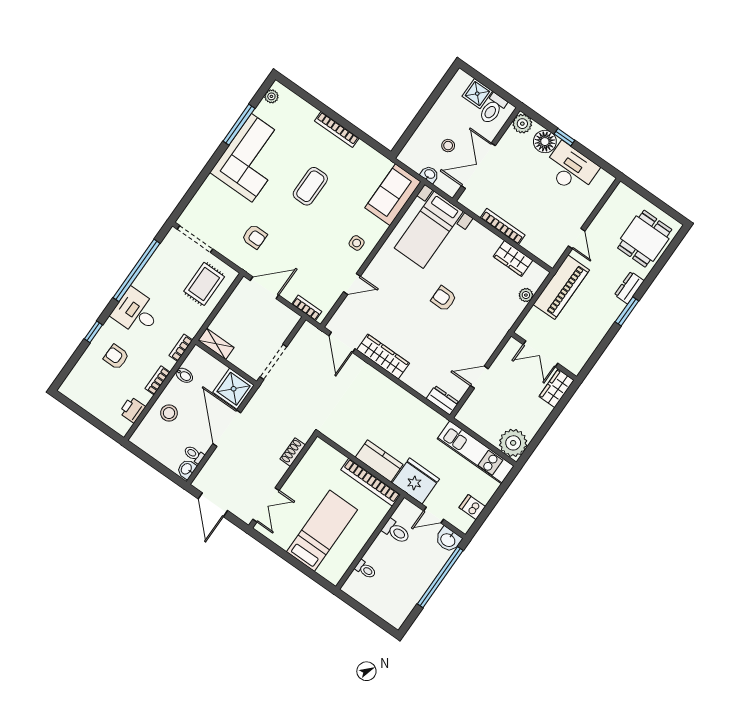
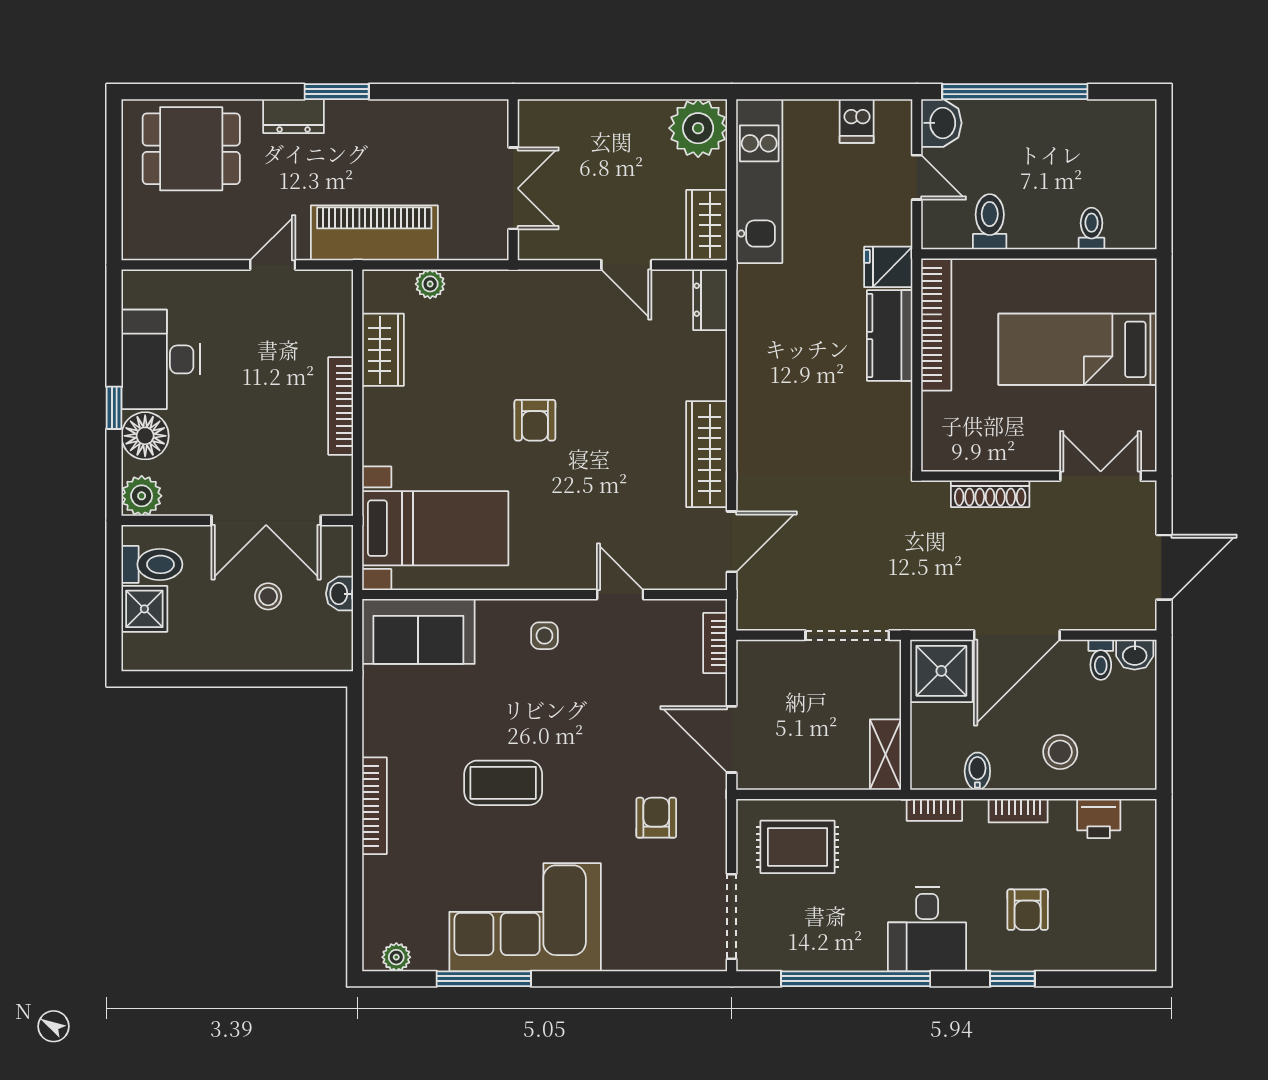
wardrobe: (557, 388) -> (707, 225), moved, turned 90
shoe rack: (293, 452) -> (990, 494), width x1.43
fridge: (416, 481) -> (888, 267), width x0.53, depth x0.75

